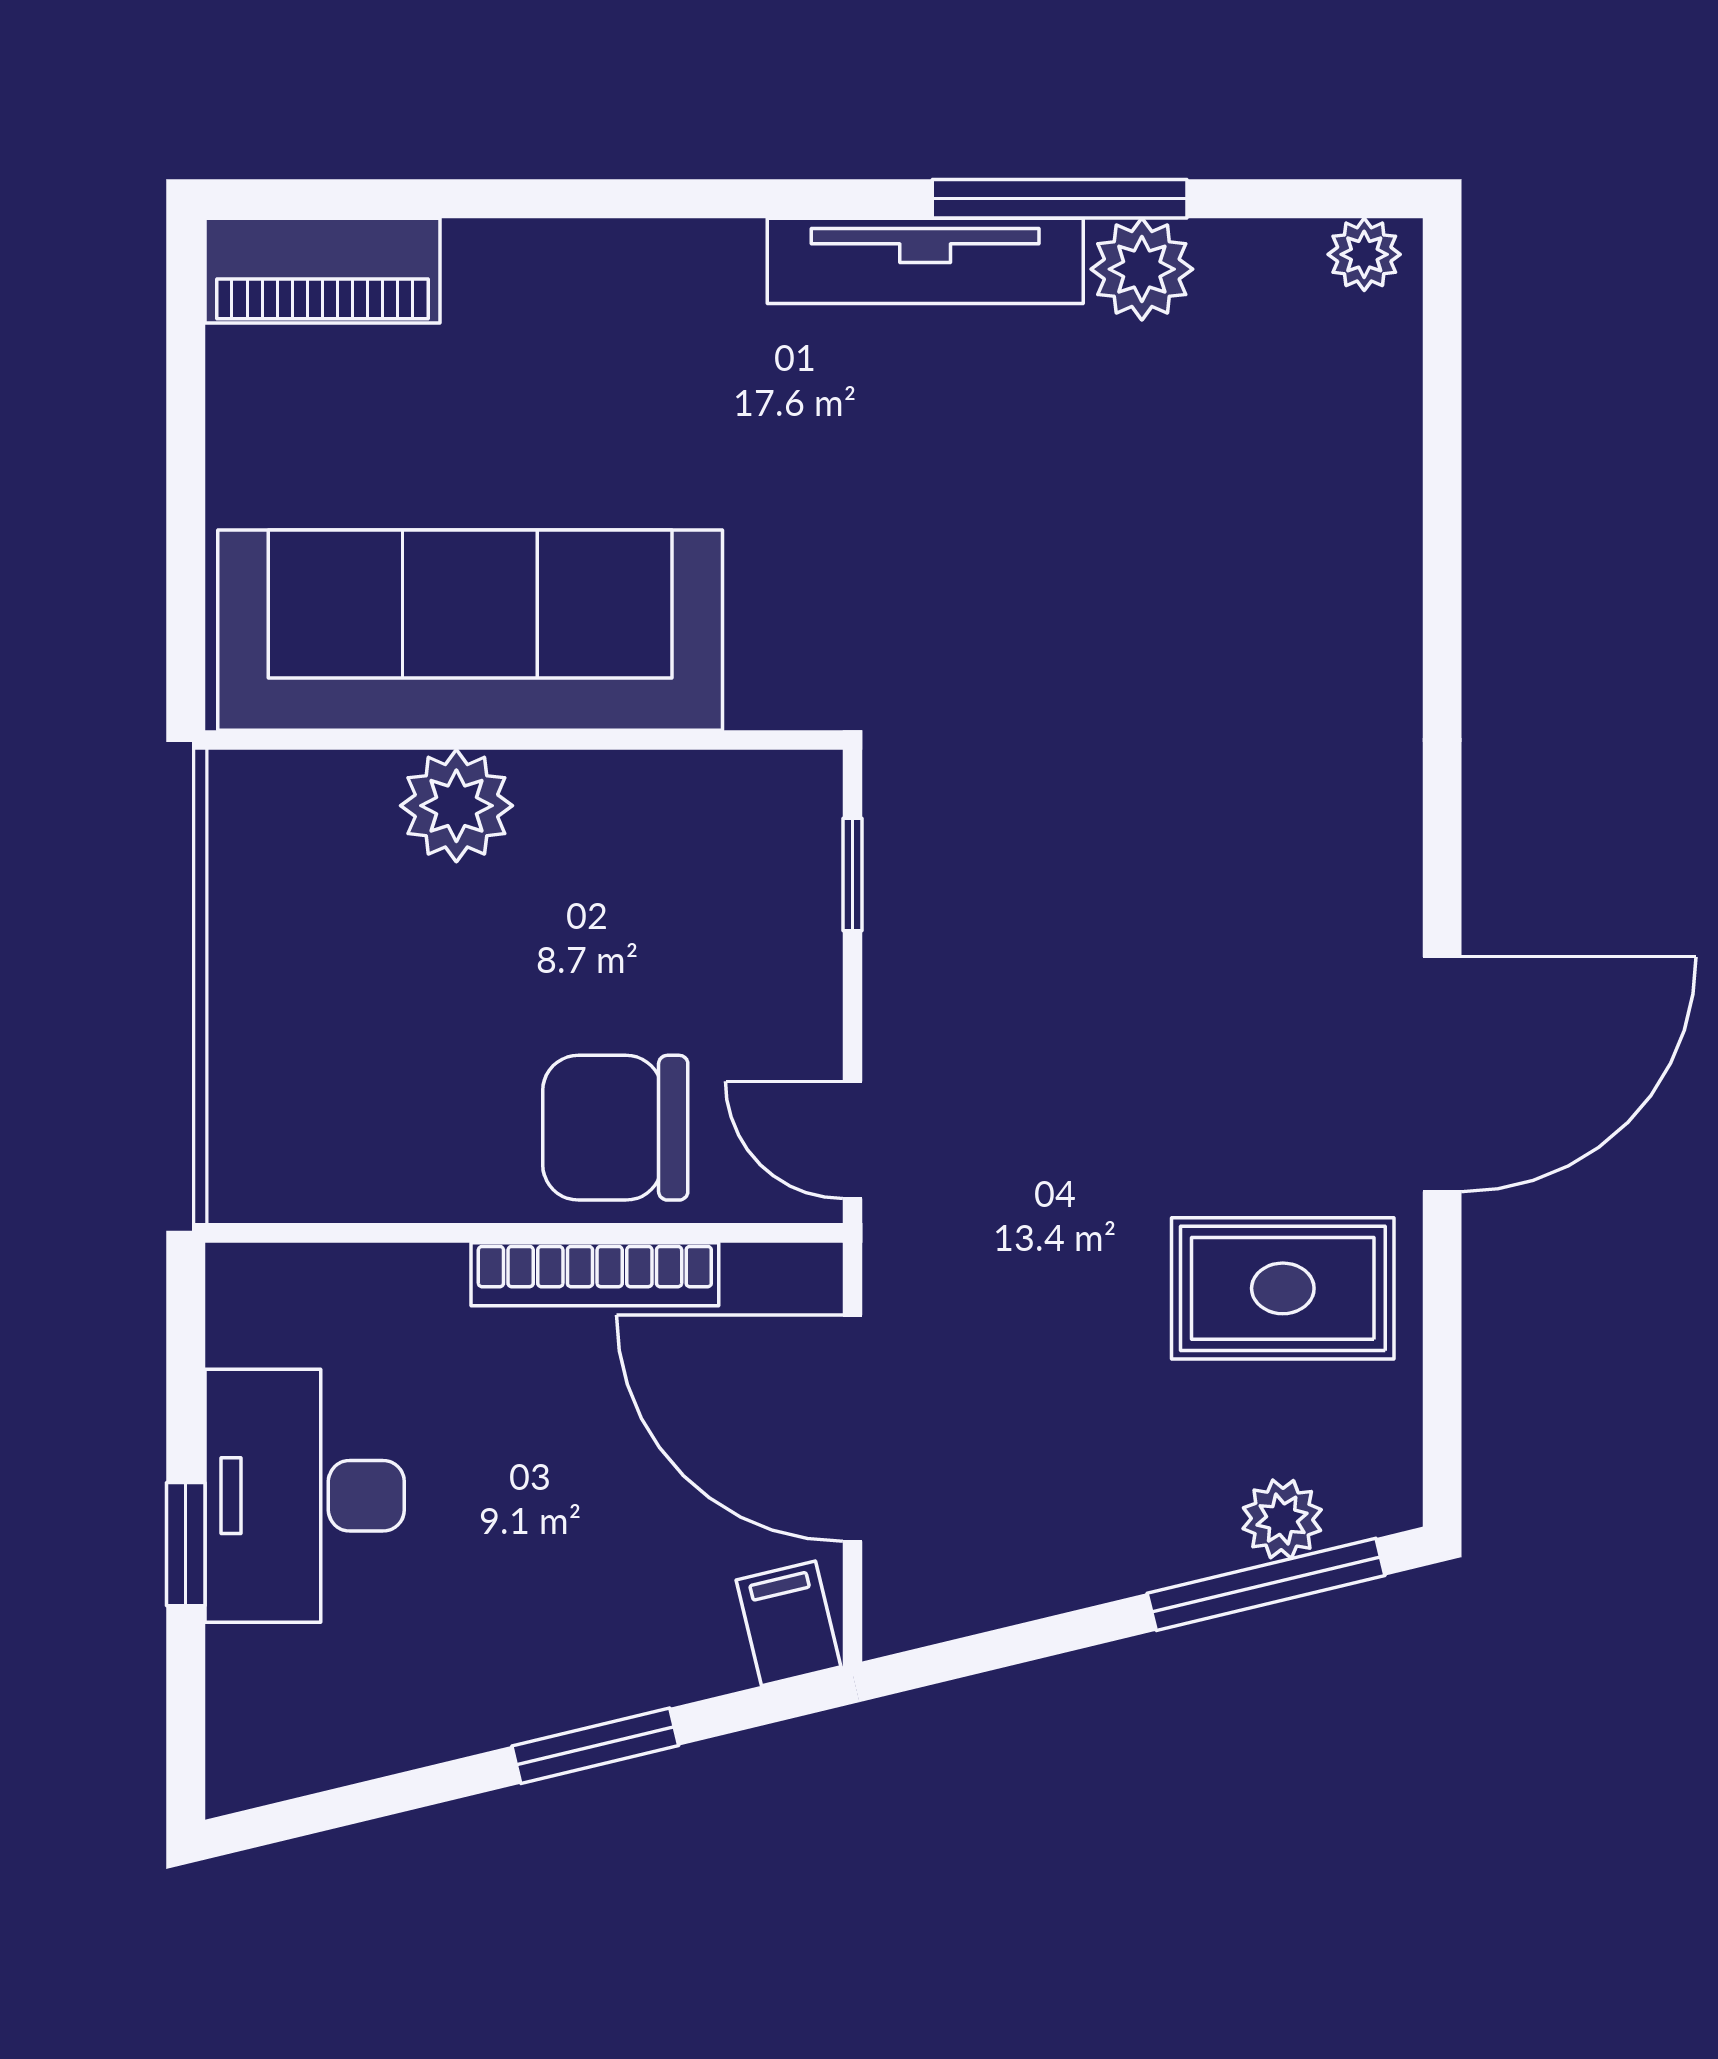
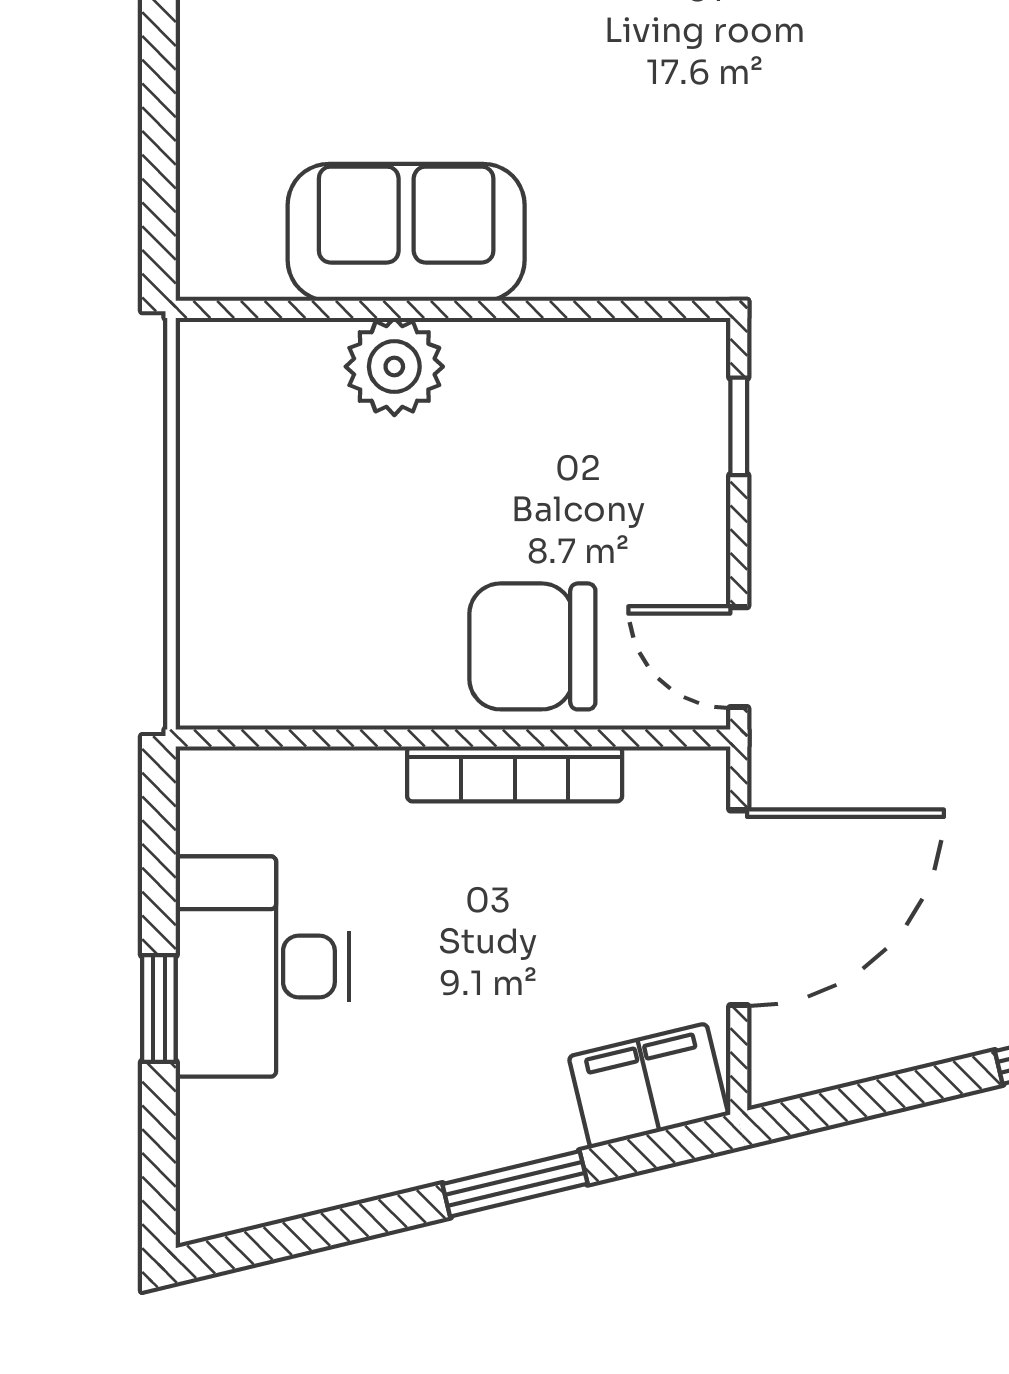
sofa: (470, 630) -> (406, 232), width x0.54, depth x0.79
door: (853, 1428) -> (739, 908), swing flipped
filing cabinet: (788, 1623) -> (648, 1086), width x2.00

